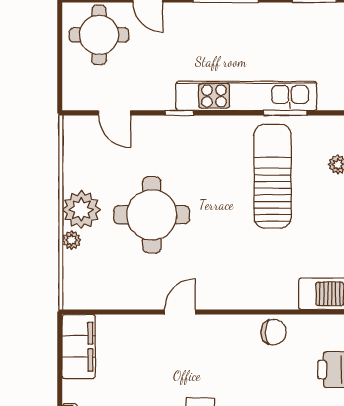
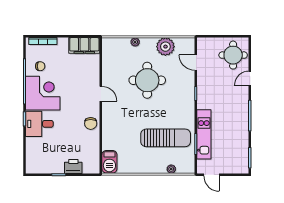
kitchen unit: (246, 96) -> (204, 134), width x0.73
door: (115, 113) -> (196, 63), hinge flipped
plant: (81, 210) -> (165, 47), moved
chair: (274, 332) -> (91, 123), moved

